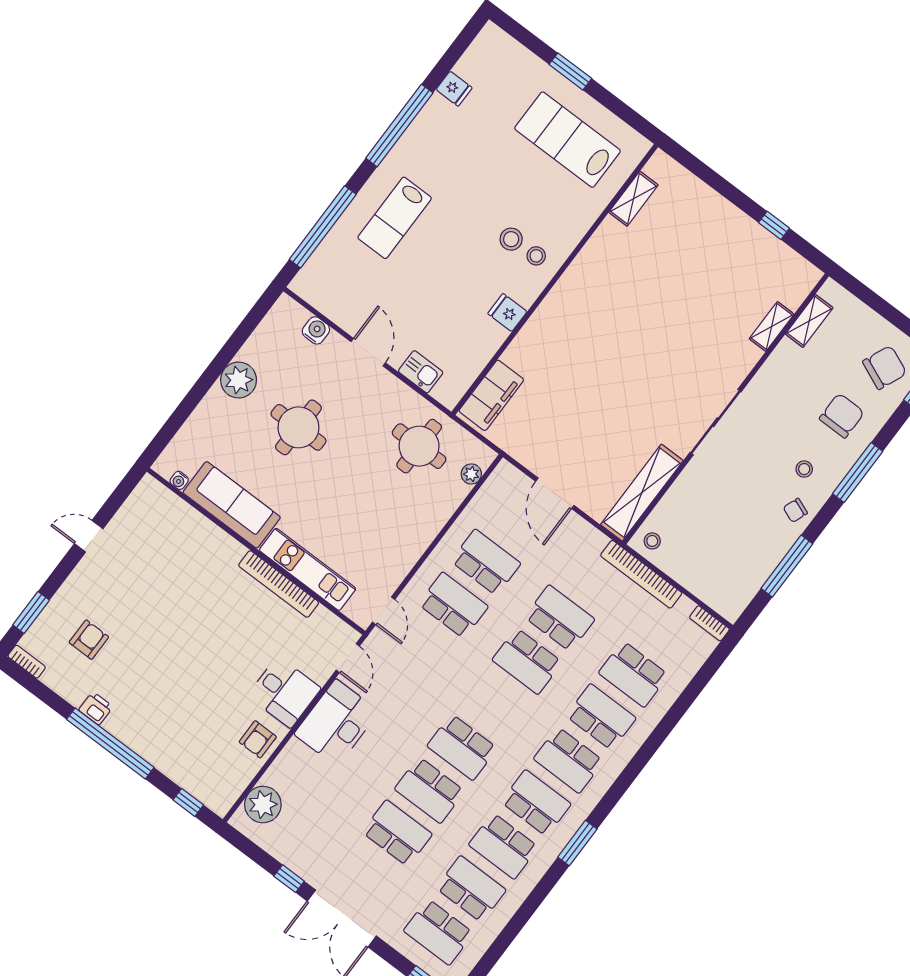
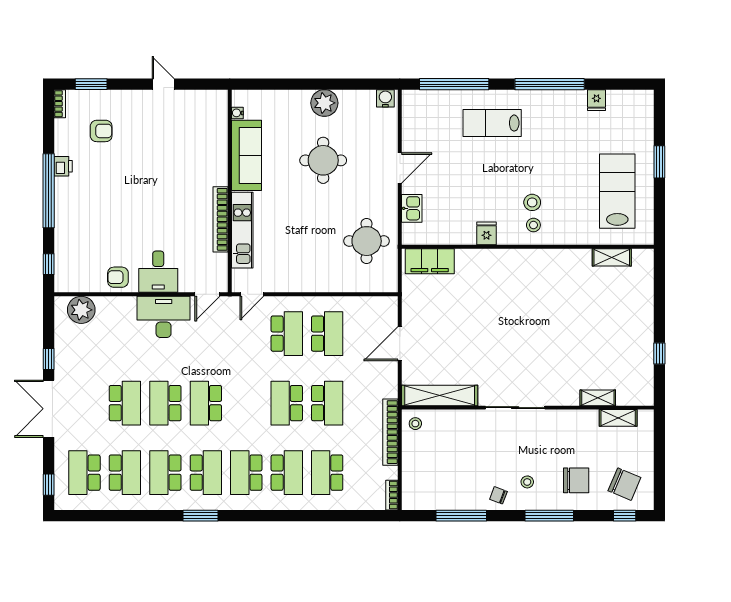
water cooler: (316, 330) -> (385, 98), moved, turned -90
plant: (471, 474) -> (374, 285), removed

